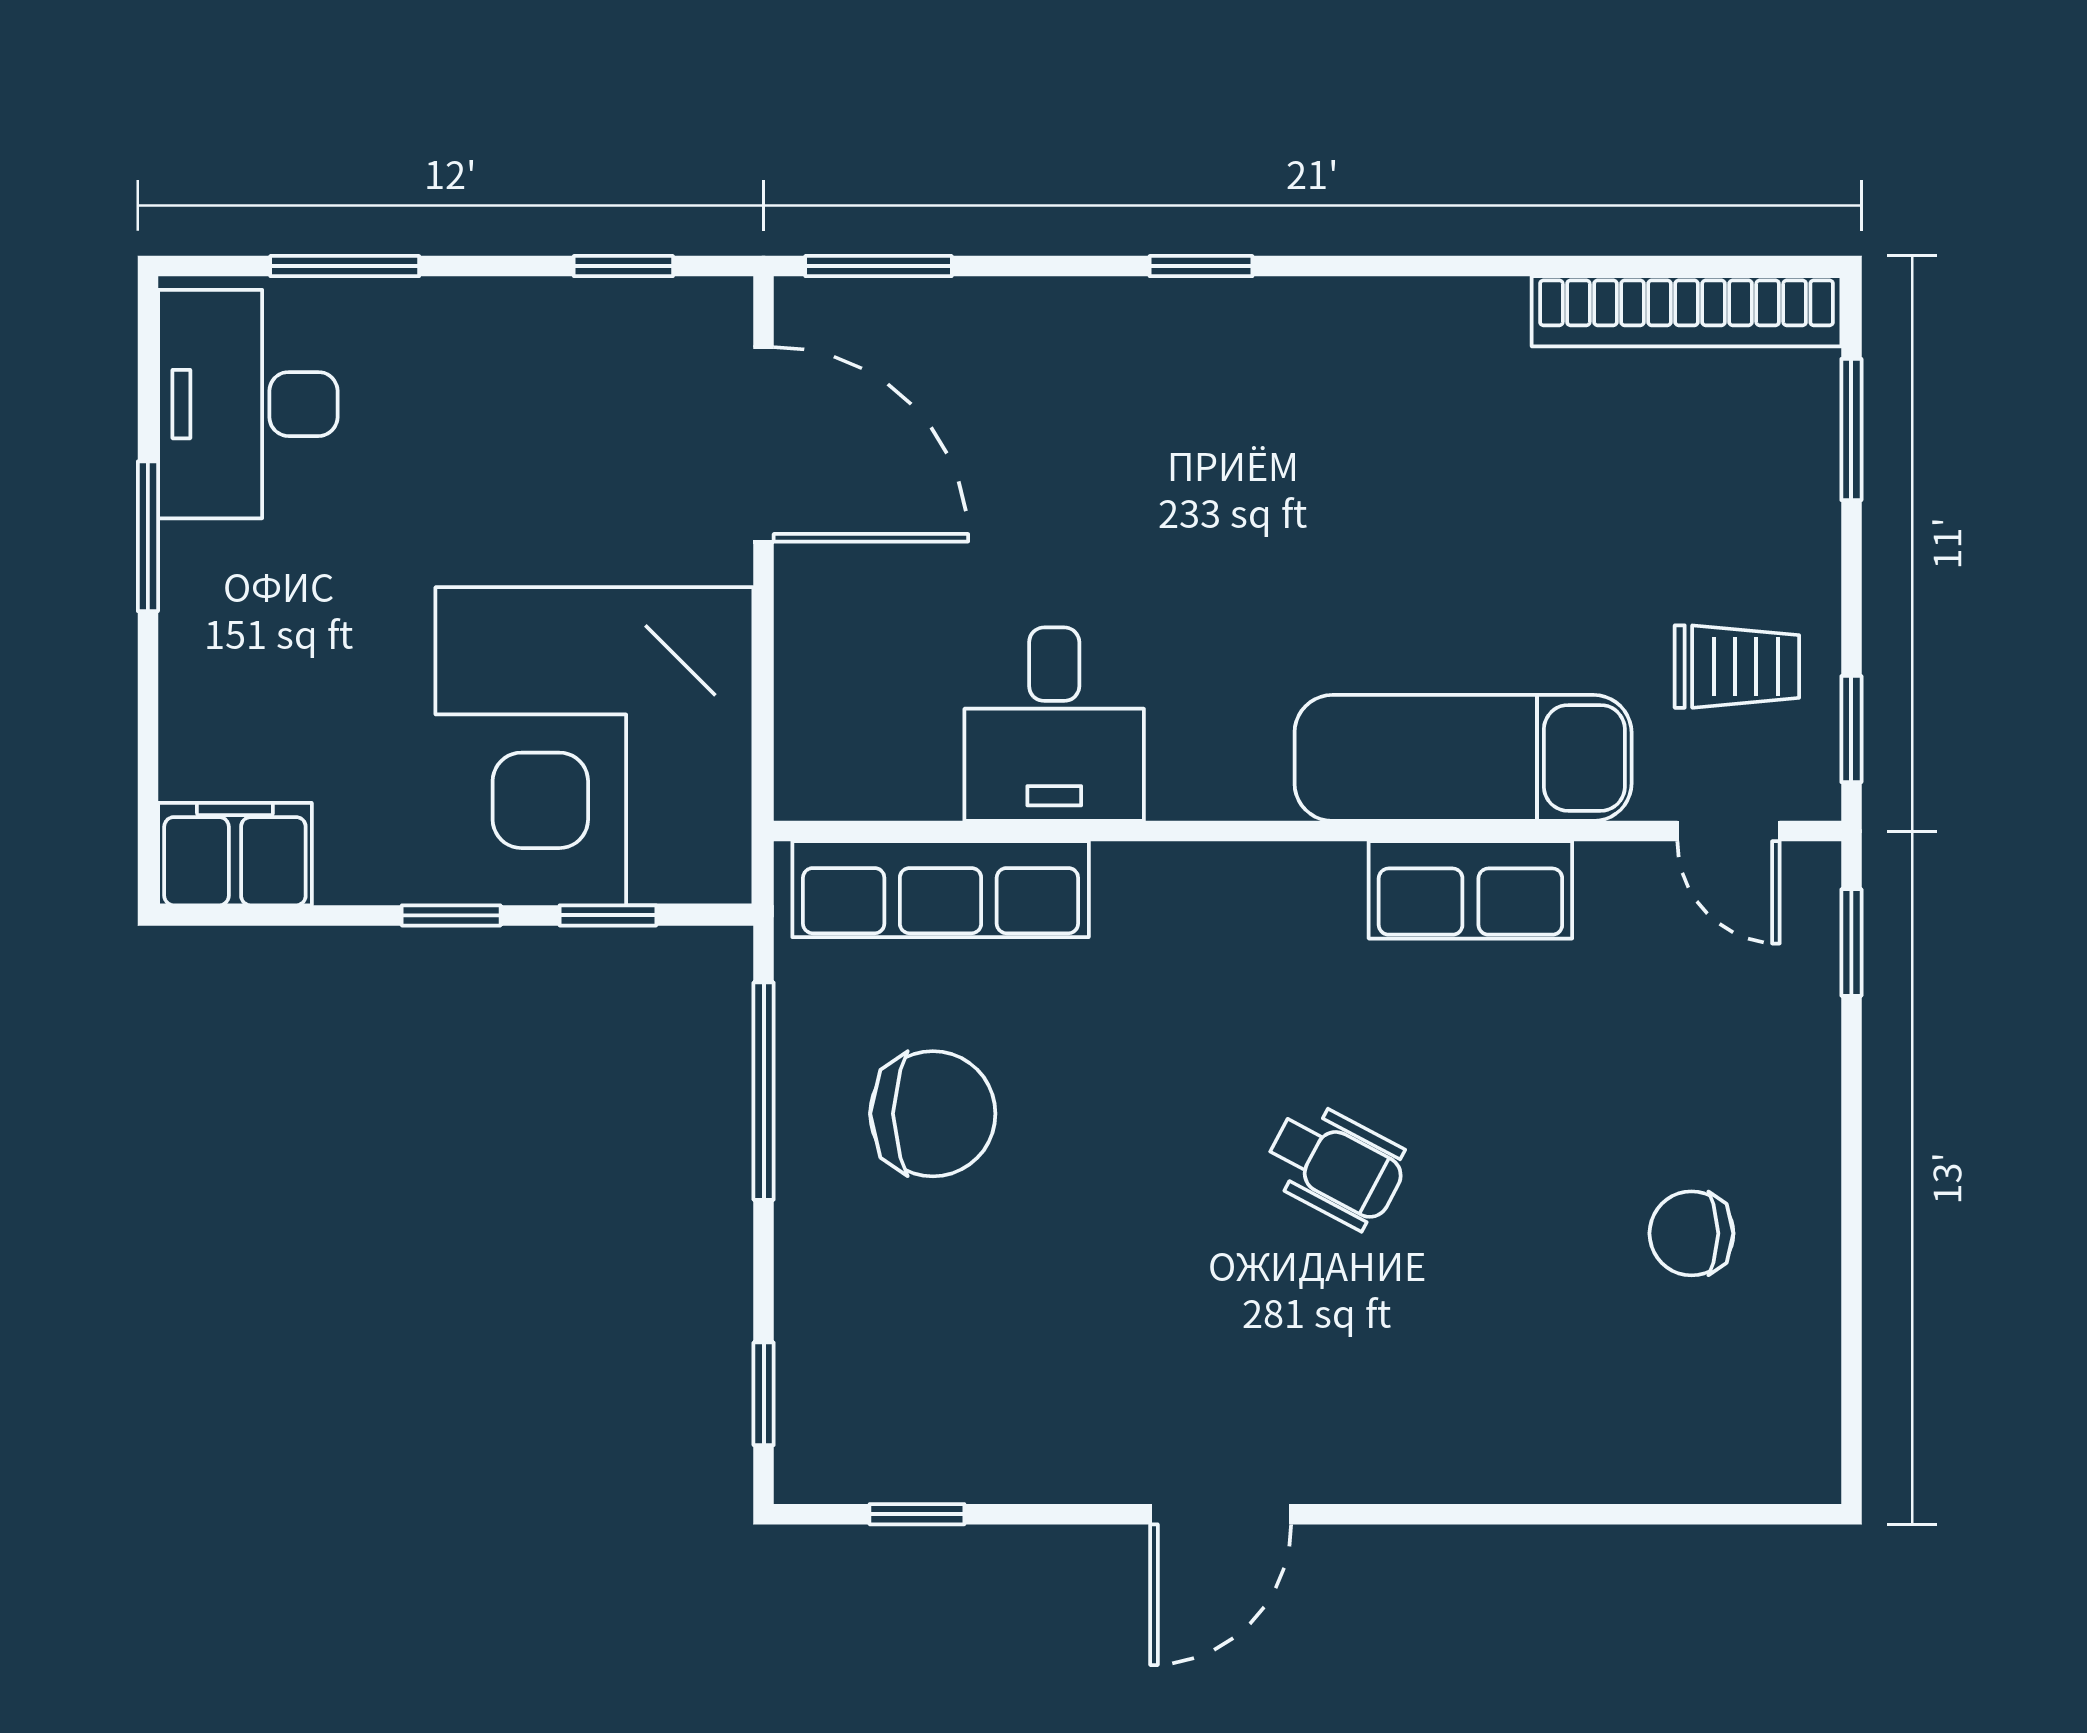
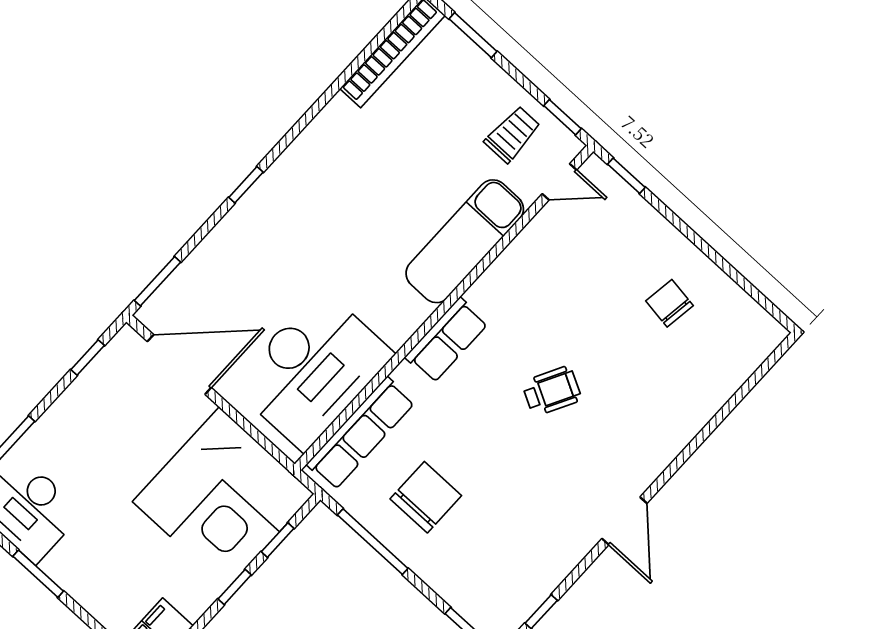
desk: (1054, 724) -> (312, 370), width x1.87, depth x1.30
row of seats: (1470, 890) -> (447, 340), moved
chair: (1691, 1233) -> (669, 303), turned 98

